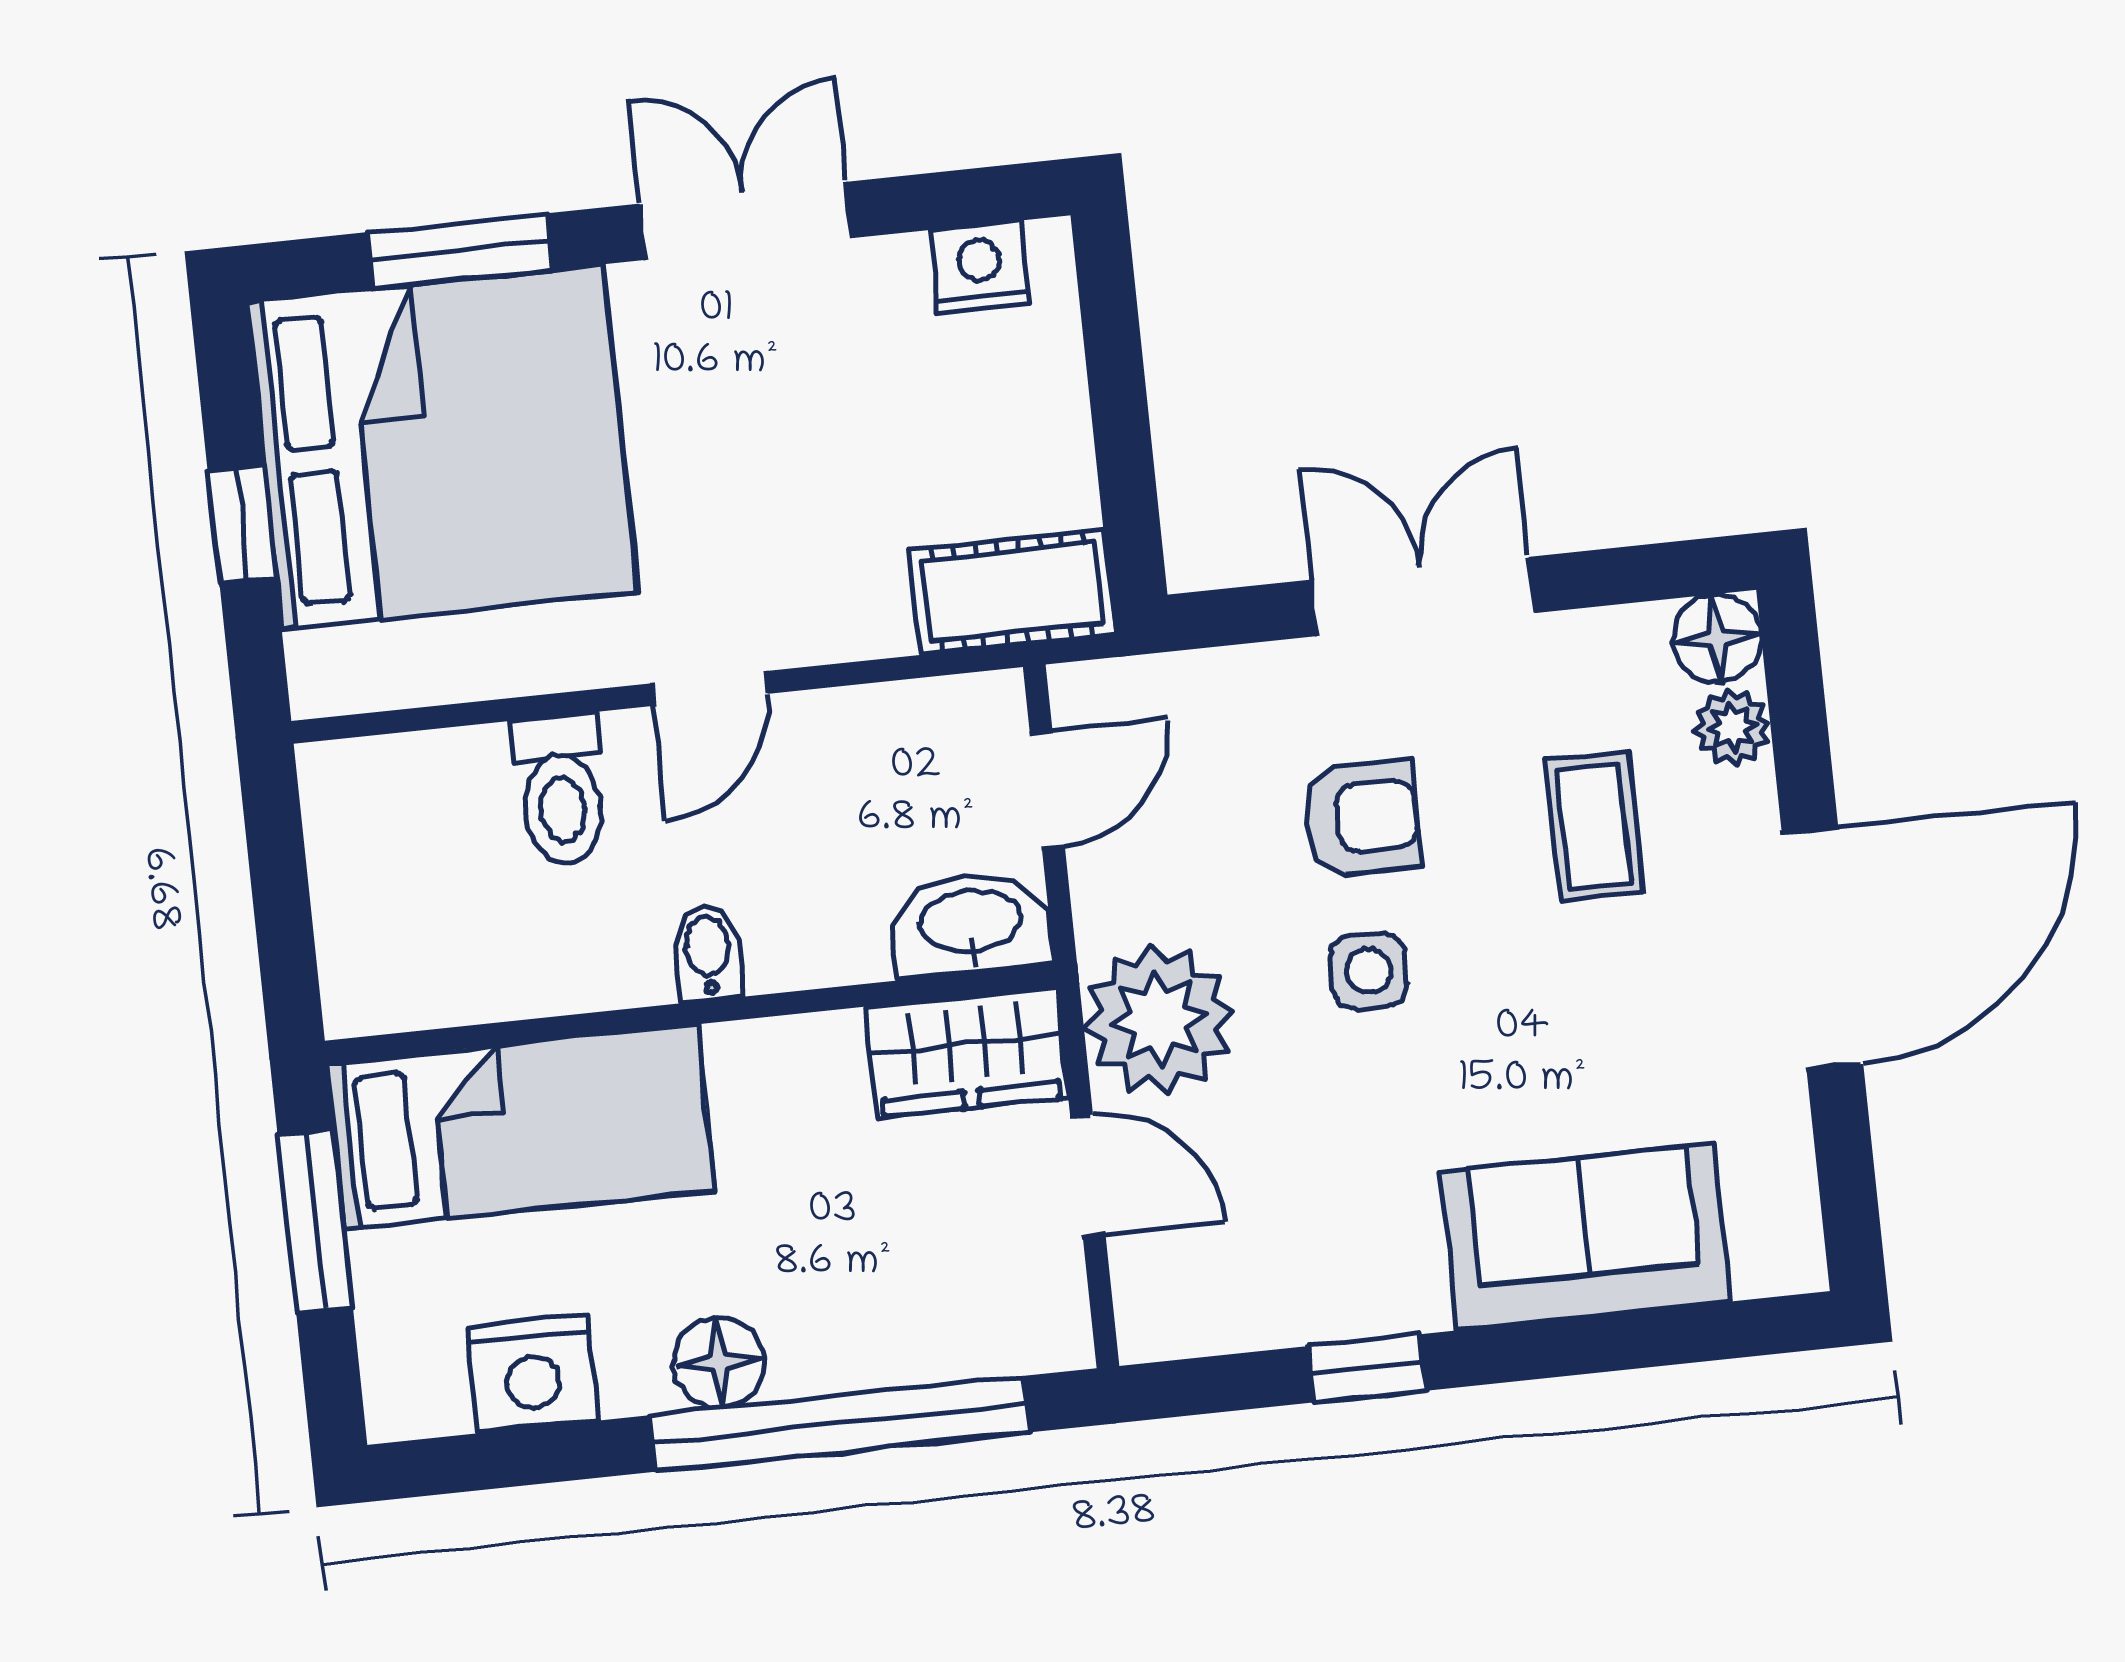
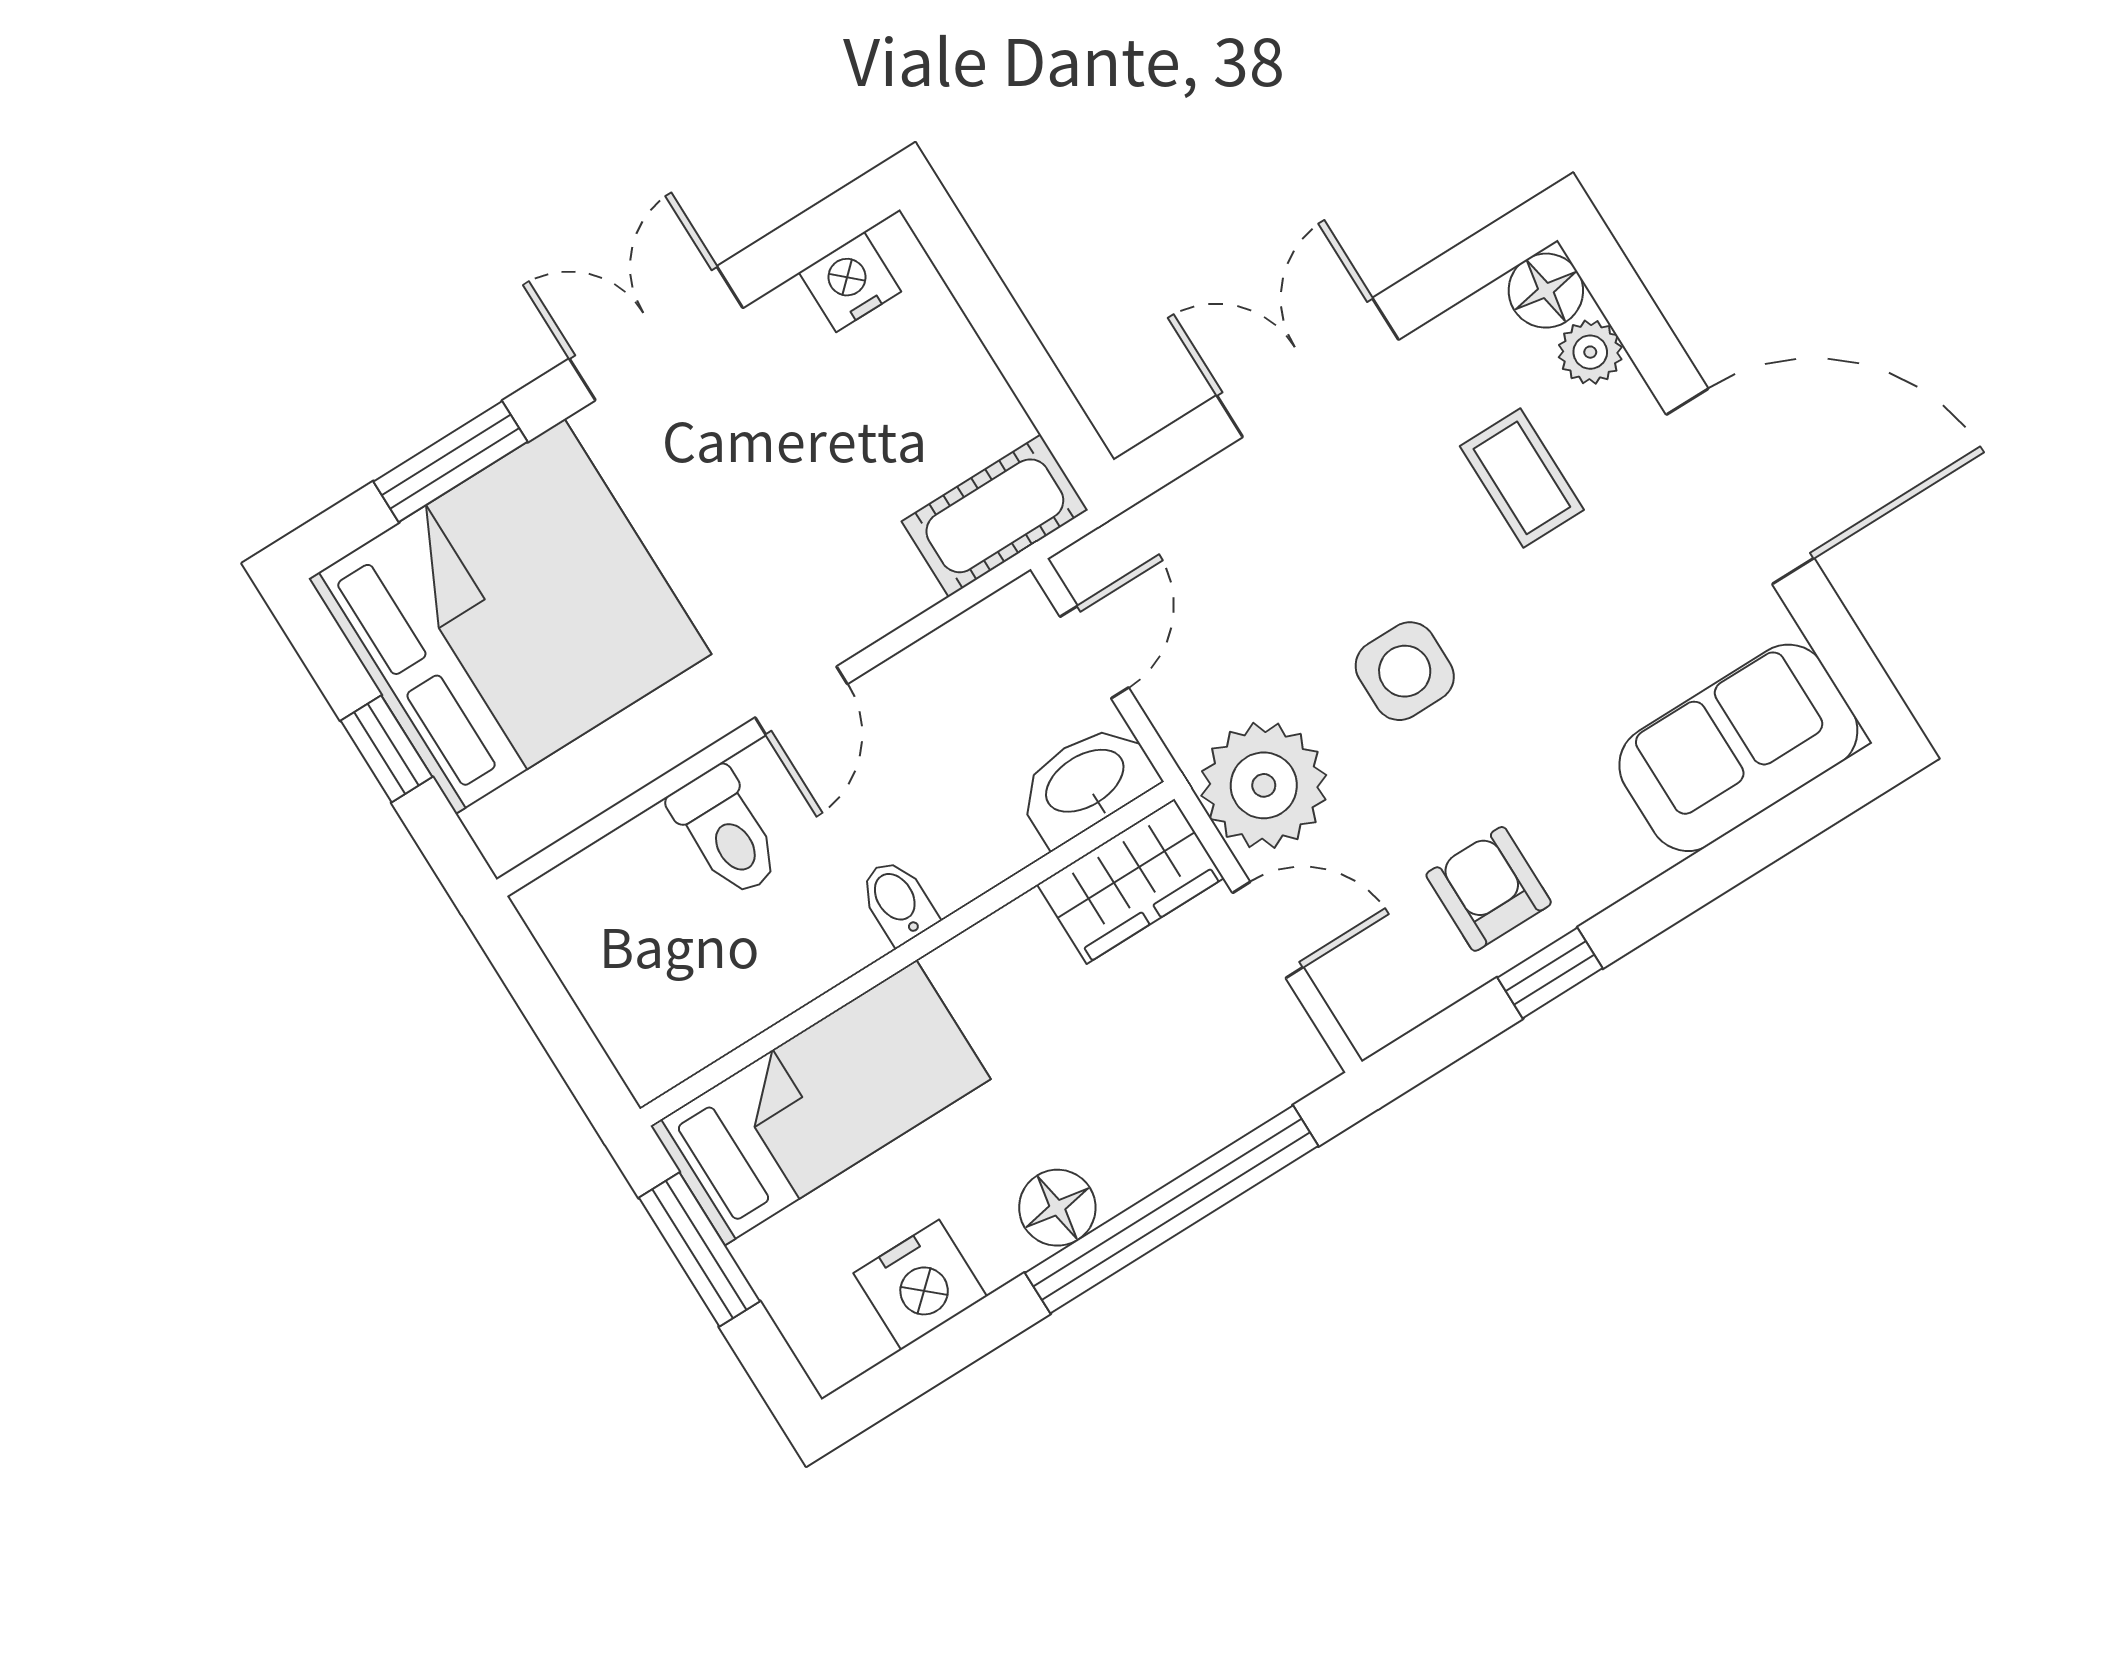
armchair: (1362, 818) -> (1489, 889), moved, turned -90
door: (1822, 948) -> (1740, 486), hinge flipped
side table: (1368, 971) -> (1405, 671), width x1.37, depth x1.37
sofa: (1586, 1237) -> (1738, 748), moved

